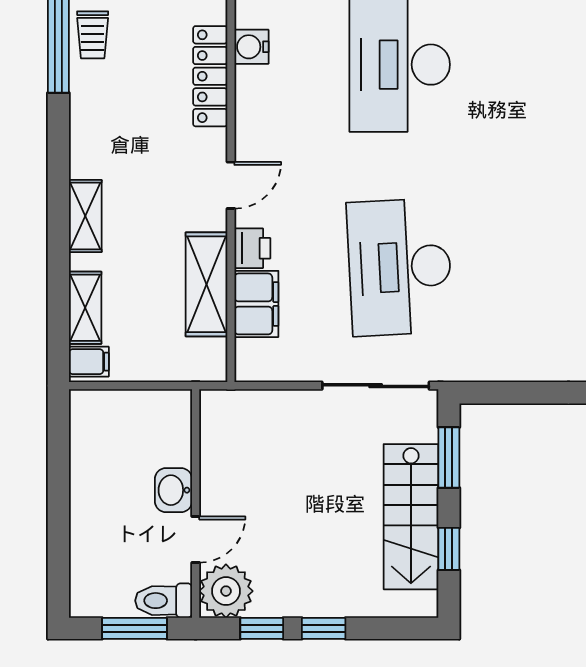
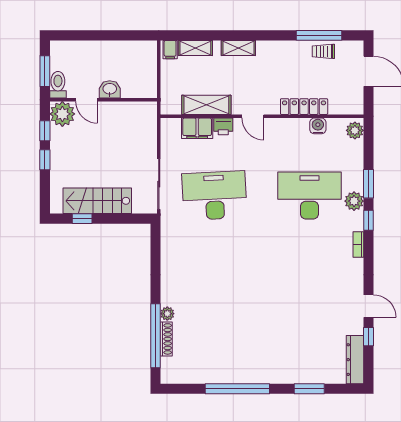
window: (449, 457) -> (125, 219), removed

